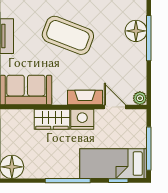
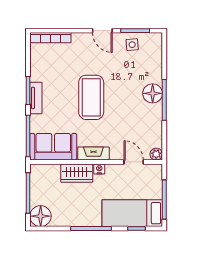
coffee table: (68, 35) -> (91, 97), turned 69
fireplace: (85, 98) -> (93, 154), moved
nightstand: (82, 119) -> (99, 169), width x0.53, depth x0.56

